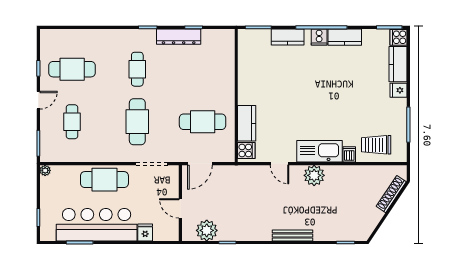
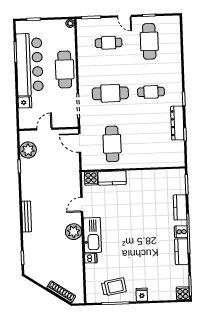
kitchen counter: (398, 64) -> (162, 294), removed
trolley: (376, 145) -> (114, 287), moved, turned 80

